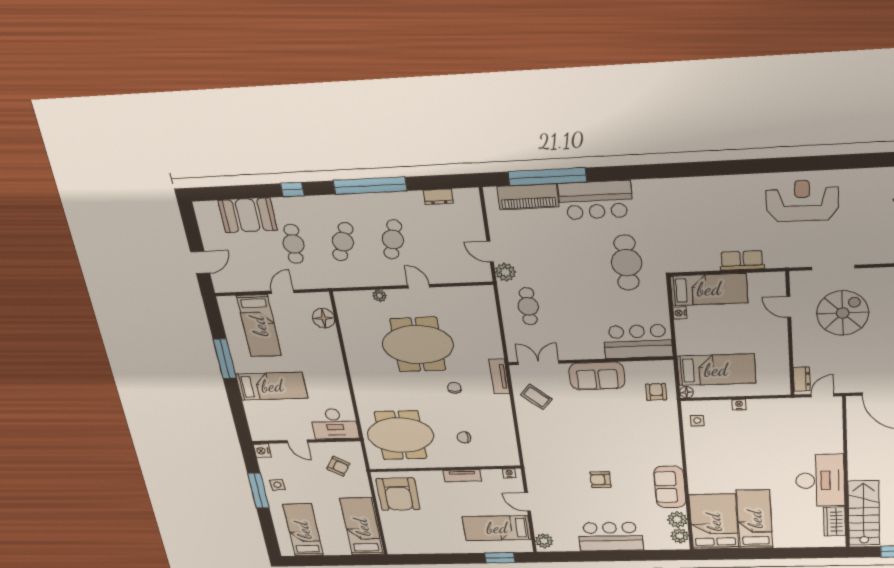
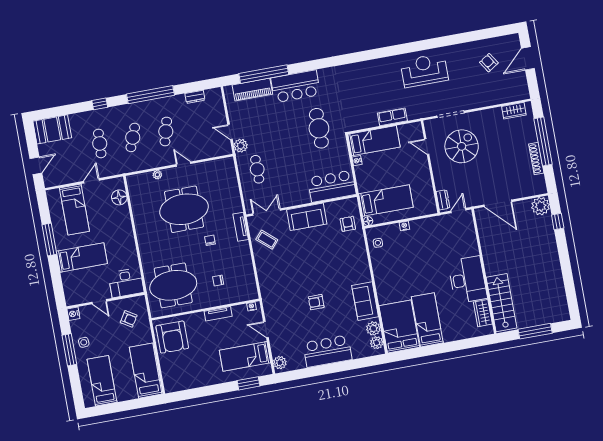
booth: (248, 215) -> (52, 129), moved

